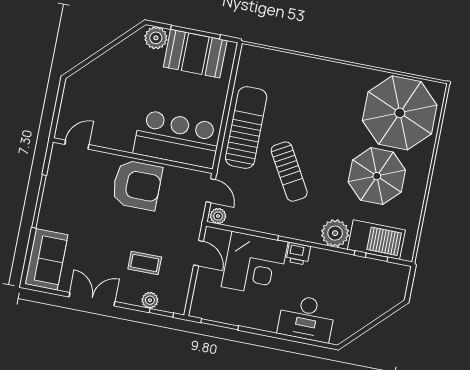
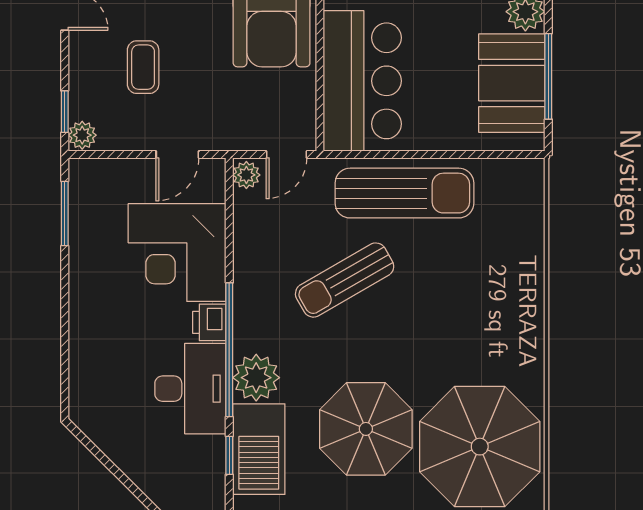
plant: (150, 300) -> (82, 135), moved
desk: (306, 318) -> (190, 389), moved, turned 180

